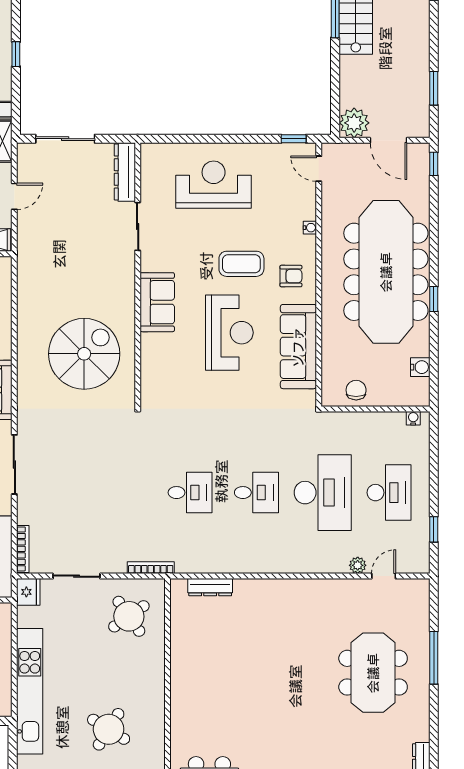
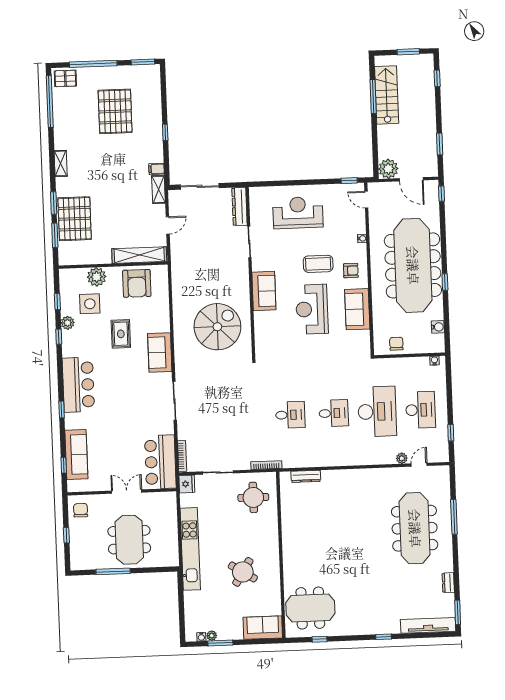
reception desk: (229, 333) -> (312, 309), turned 180
sofa: (298, 347) -> (357, 309), width x0.73
round table: (129, 616) -> (253, 497), turned 35
meeting table: (373, 673) -> (415, 528), width x1.36

